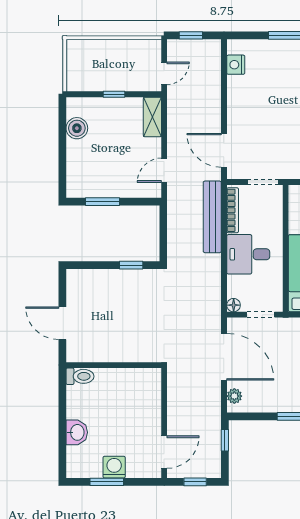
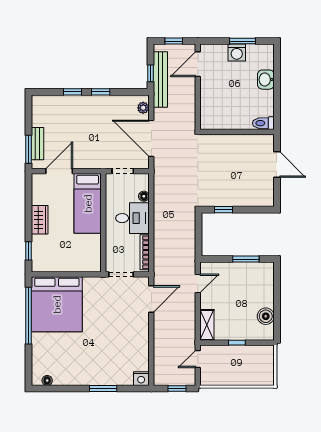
nightstand: (236, 65) -> (141, 379), moved, turned 90
door: (224, 150) -> (151, 299), hinge flipped
bench: (212, 217) -> (160, 79), moved
floor lamp: (234, 305) -> (144, 196), moved

